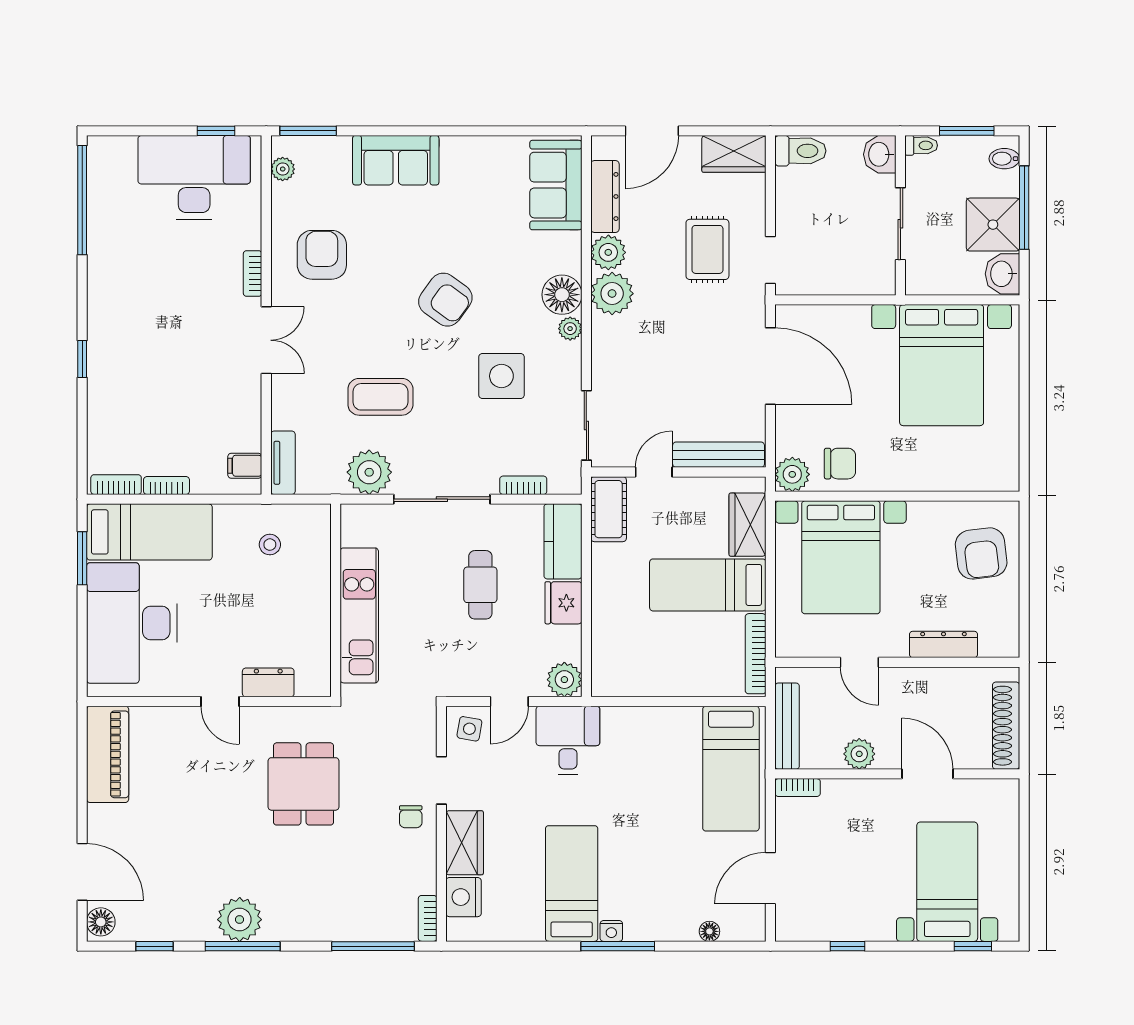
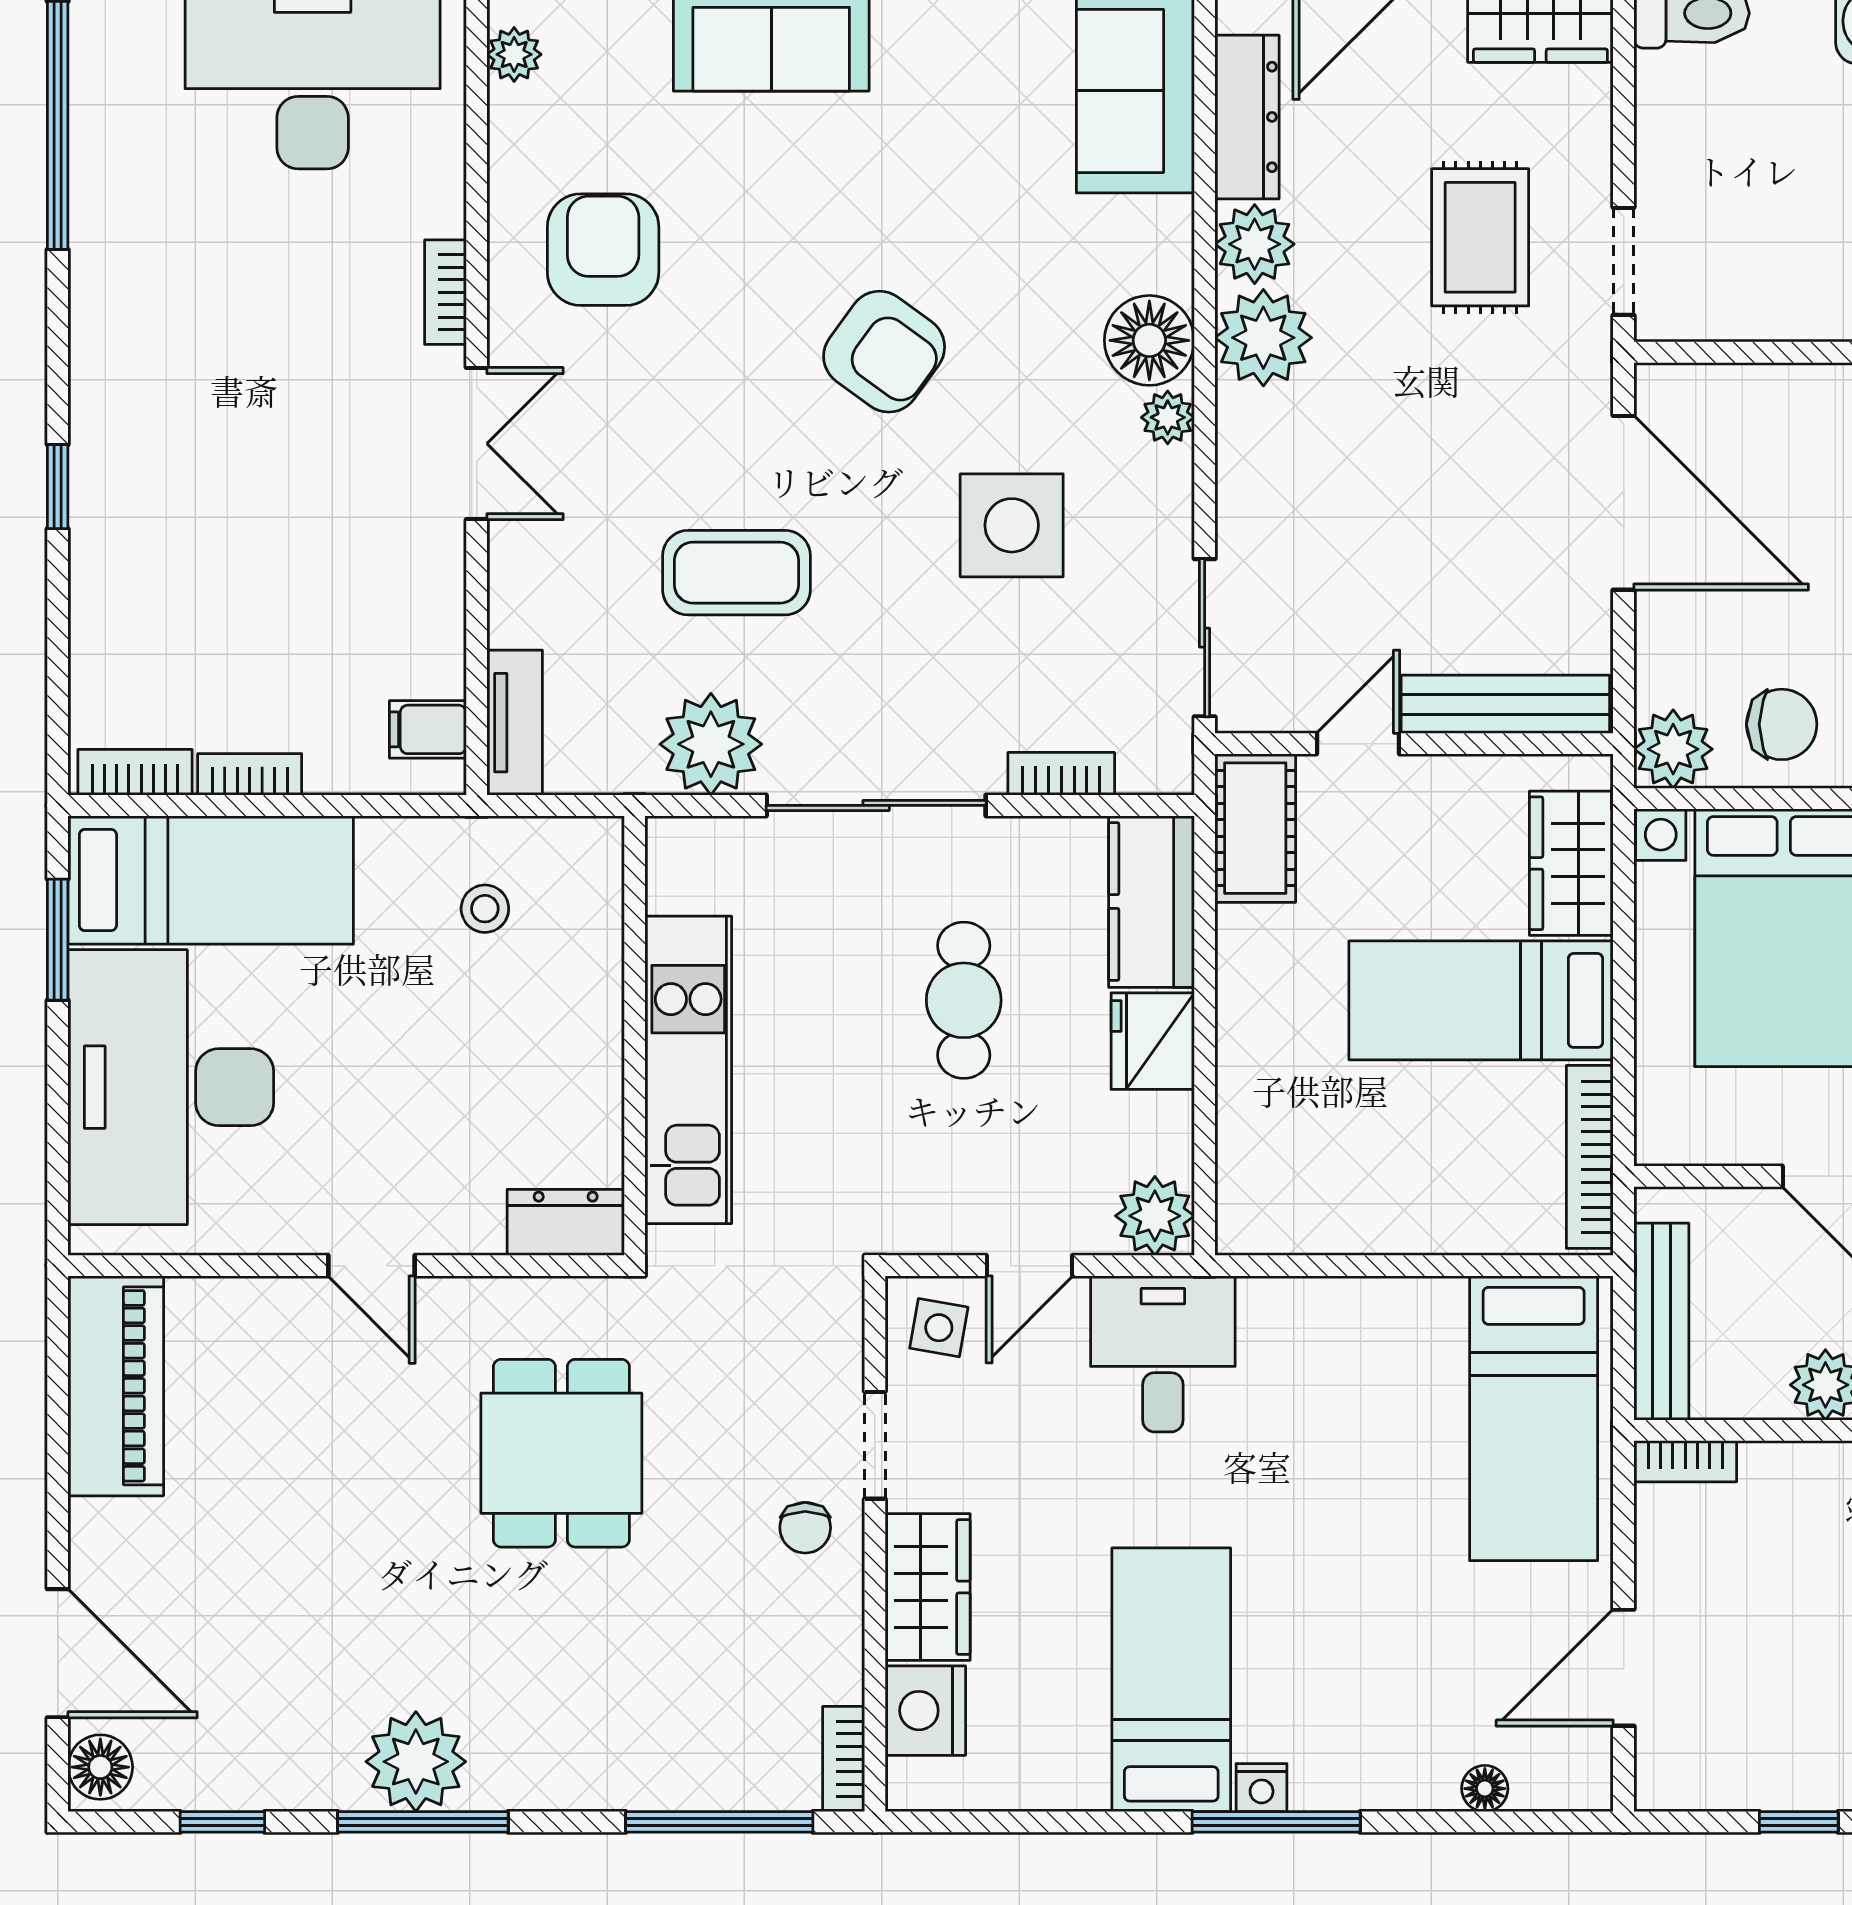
dresser: (268, 682) -> (566, 1222), moved

